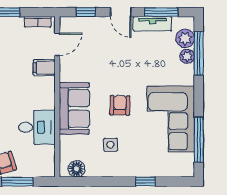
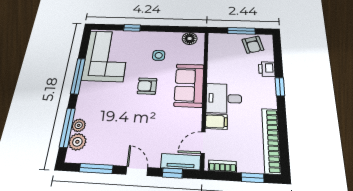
tv unit: (152, 24) -> (181, 162), moved
armchair: (120, 105) -> (147, 86), turned 89
corner sofa: (171, 119) -> (106, 56), moved
desk: (37, 127) -> (224, 98), moved
window: (199, 140) -> (78, 76), moved

